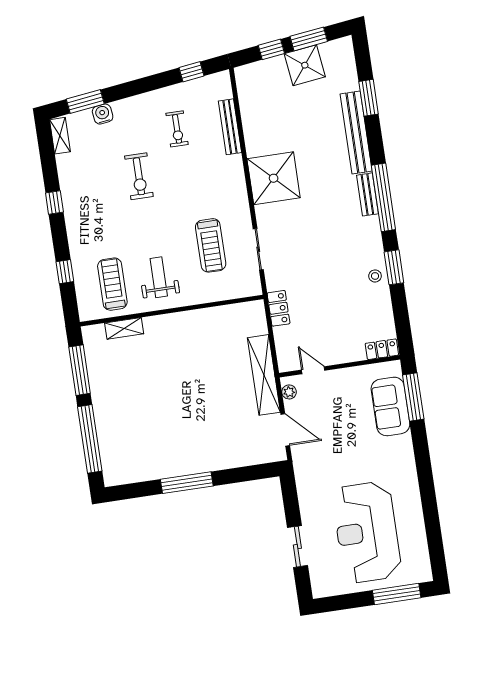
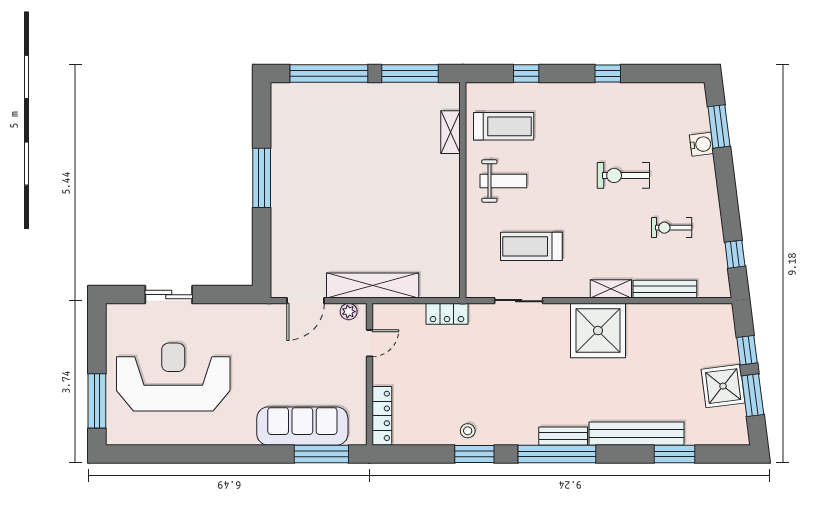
shelving: (60, 136) -> (611, 289), moved
locker: (382, 349) -> (382, 416), width x1.53
sofa: (390, 406) -> (302, 426), width x1.36

